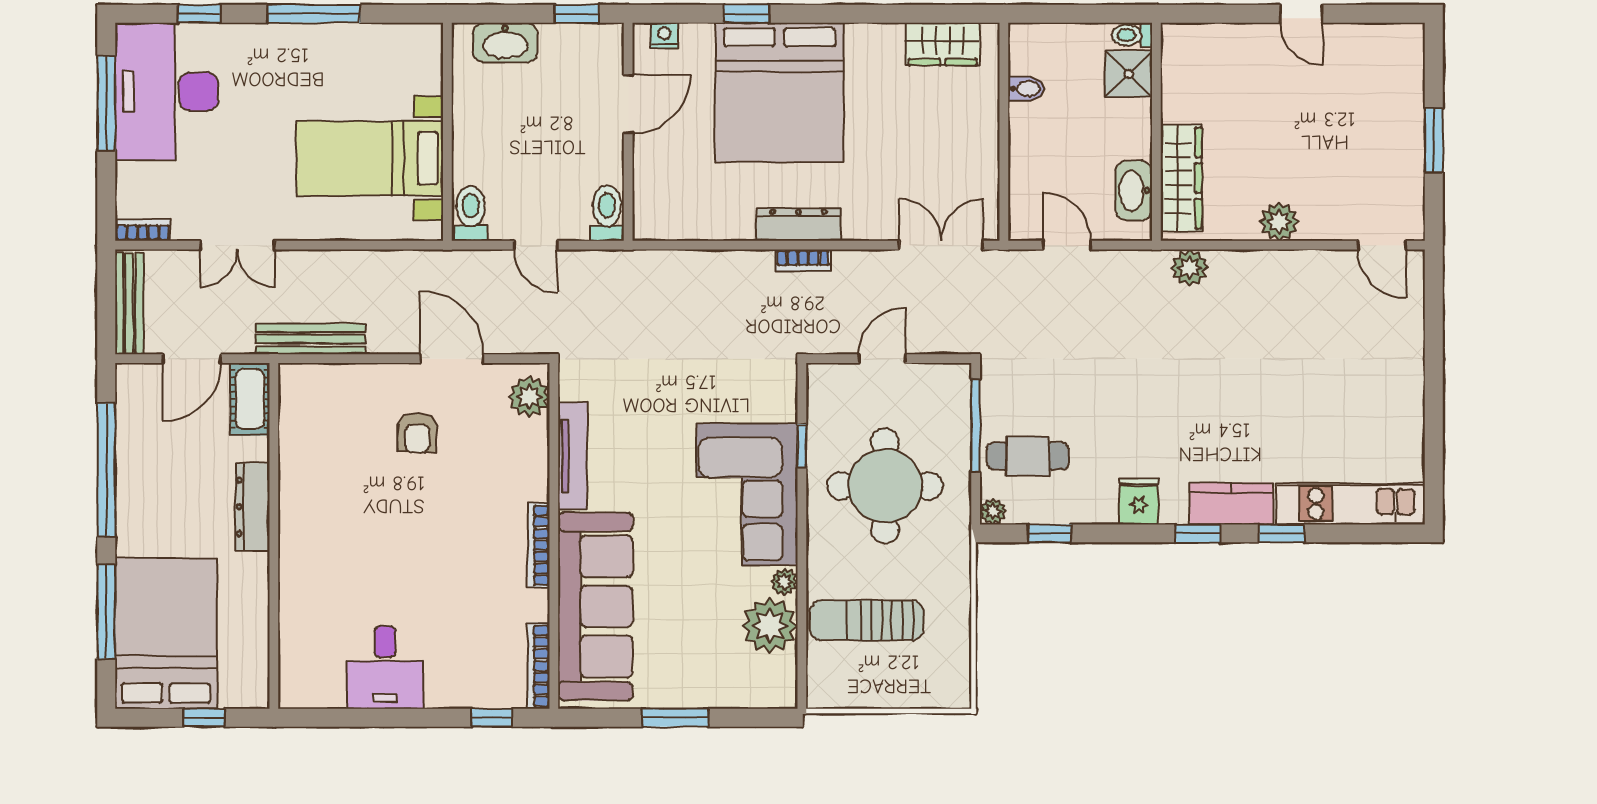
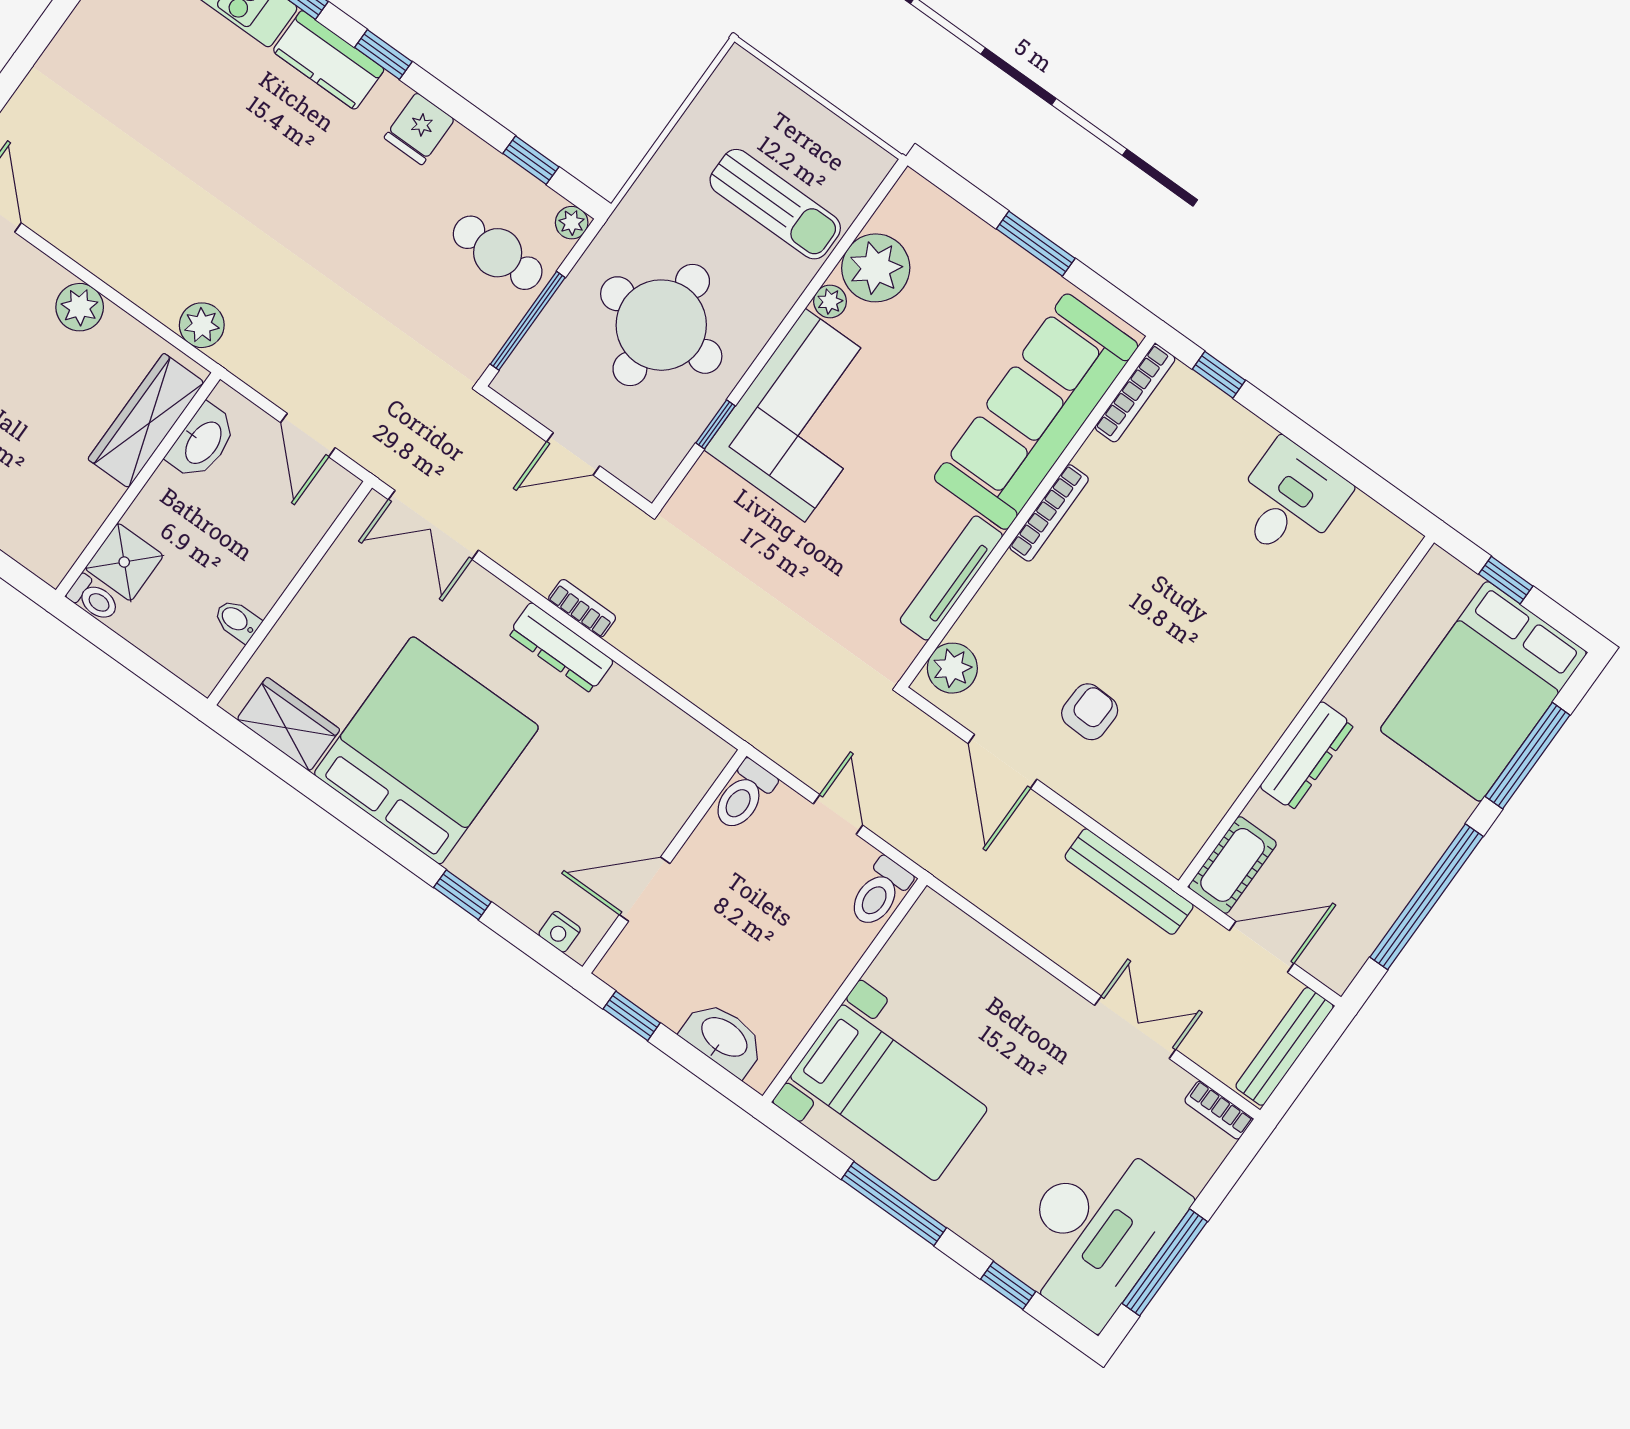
bed: (779, 92) -> (426, 750), moved
bed with nightstands: (370, 158) -> (889, 1093), moved

